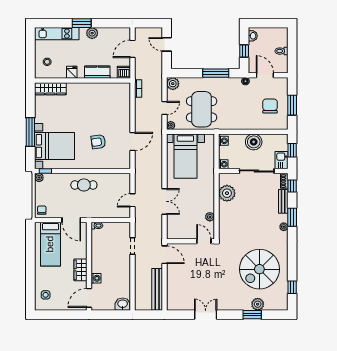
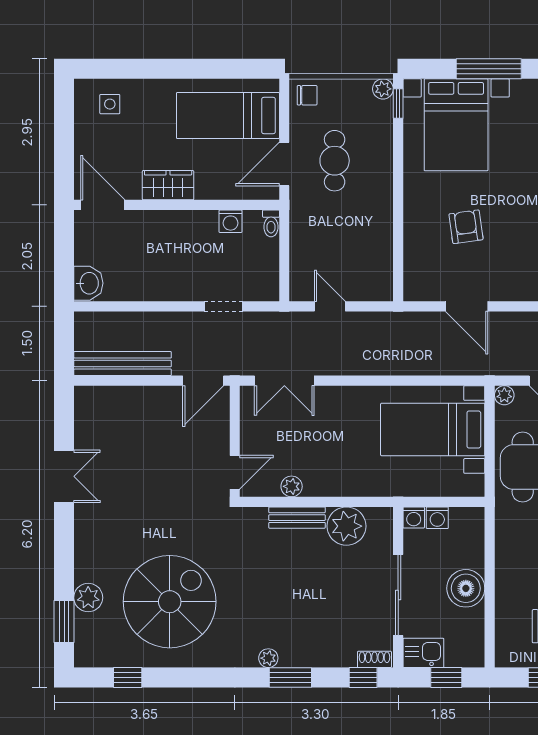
washing machine: (223, 141) -> (437, 518), moved
cafe table: (84, 185) -> (335, 161), moved
double door: (164, 201) -> (284, 381), moved
bench: (283, 201) -> (297, 518), moved
spiral stairs: (259, 269) -> (170, 602), turned 90
washing machine: (96, 278) -> (231, 221), moved
window: (252, 315) -> (64, 622), moved

